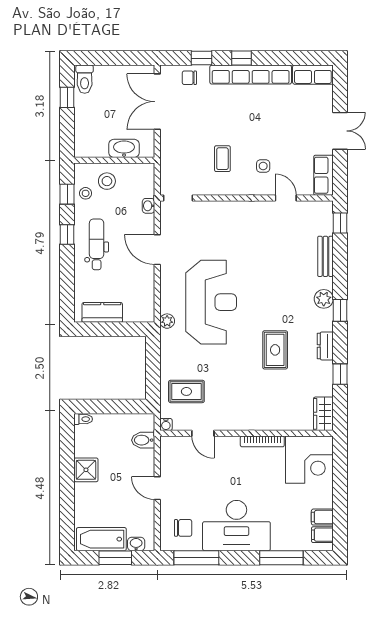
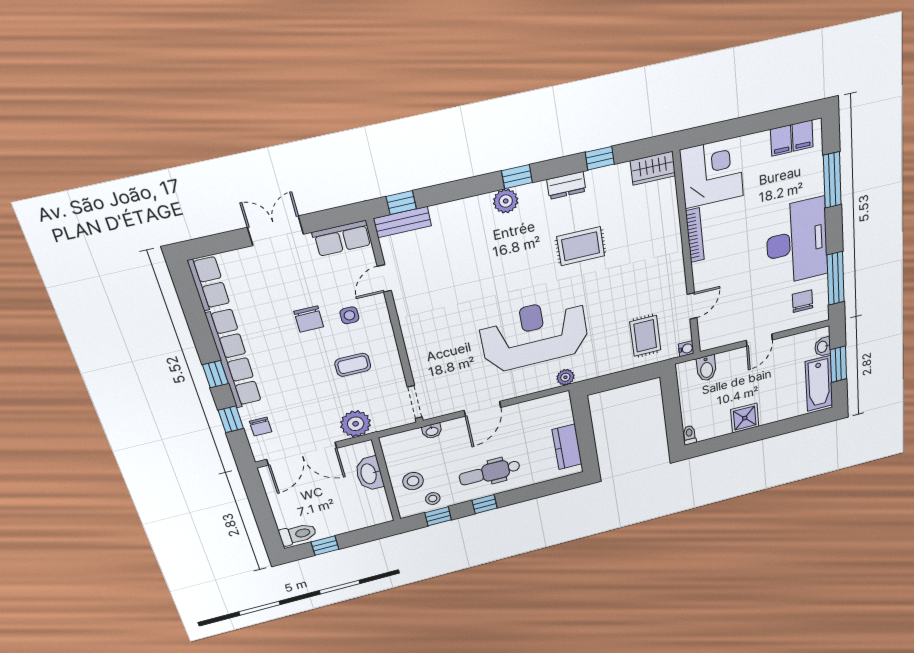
chair: (268, 136) -> (309, 319), added
plant: (172, 149) -> (356, 424), added
bench: (325, 256) -> (402, 222), moved

